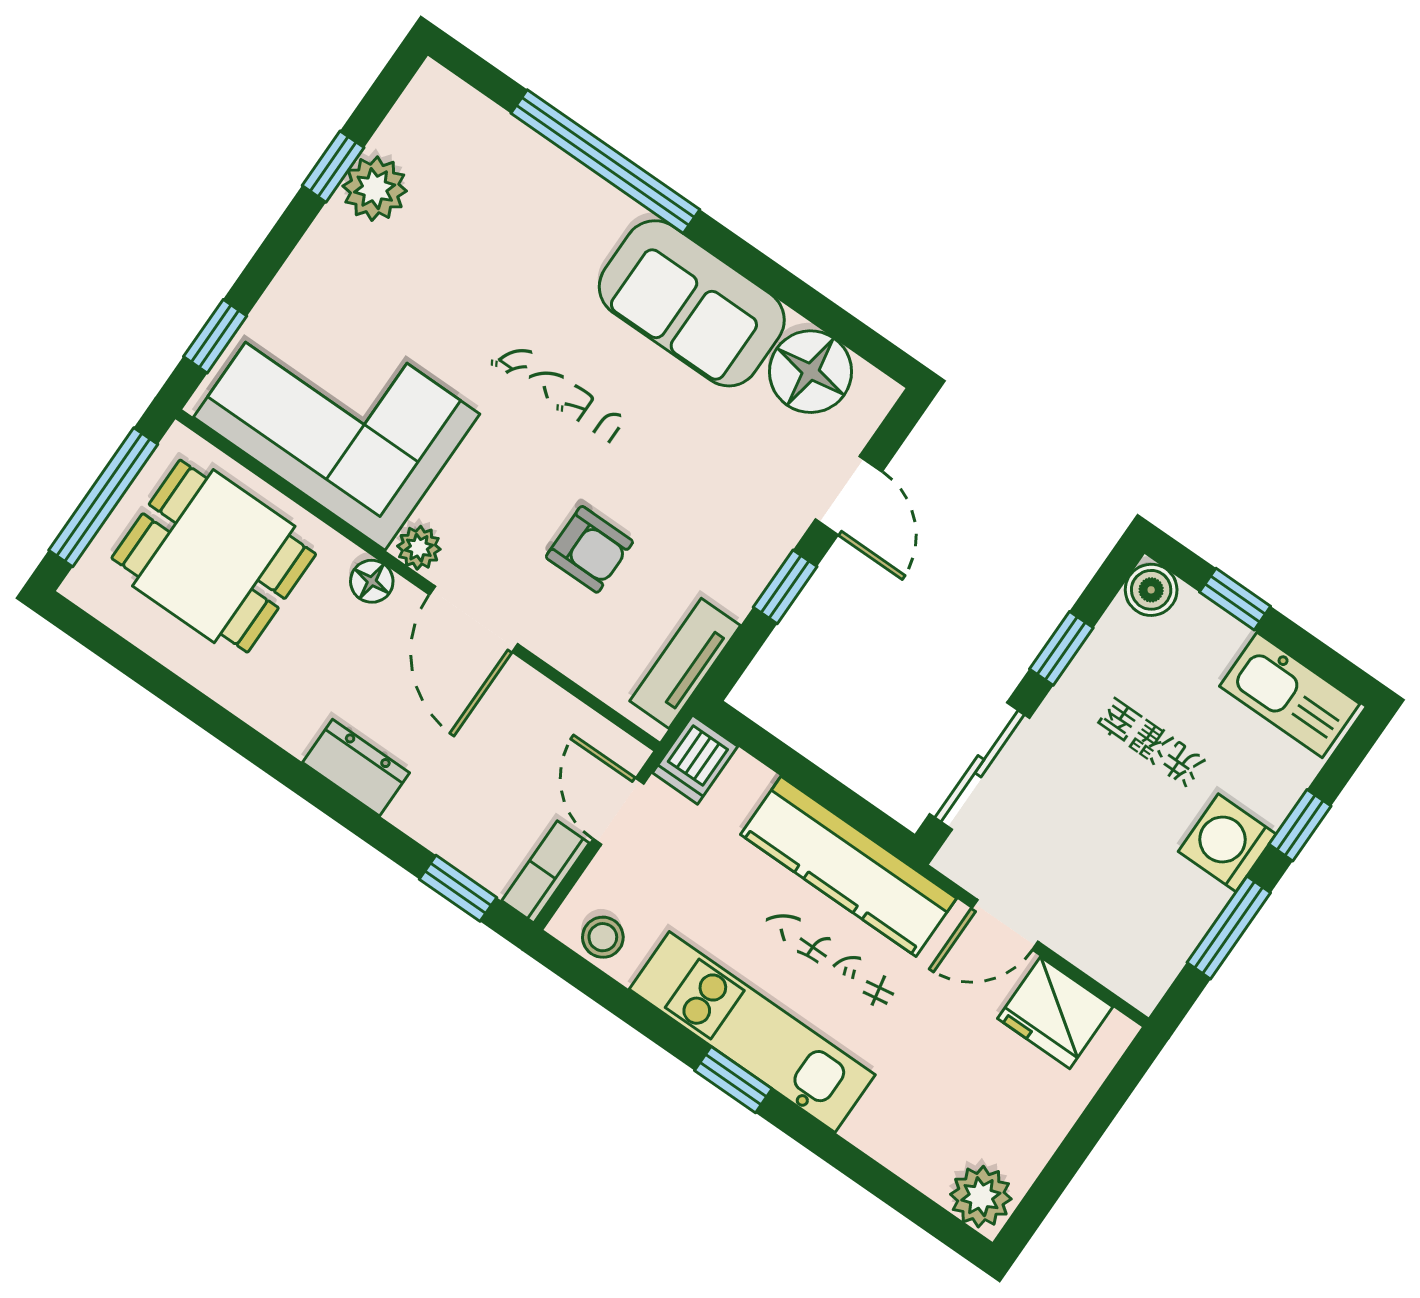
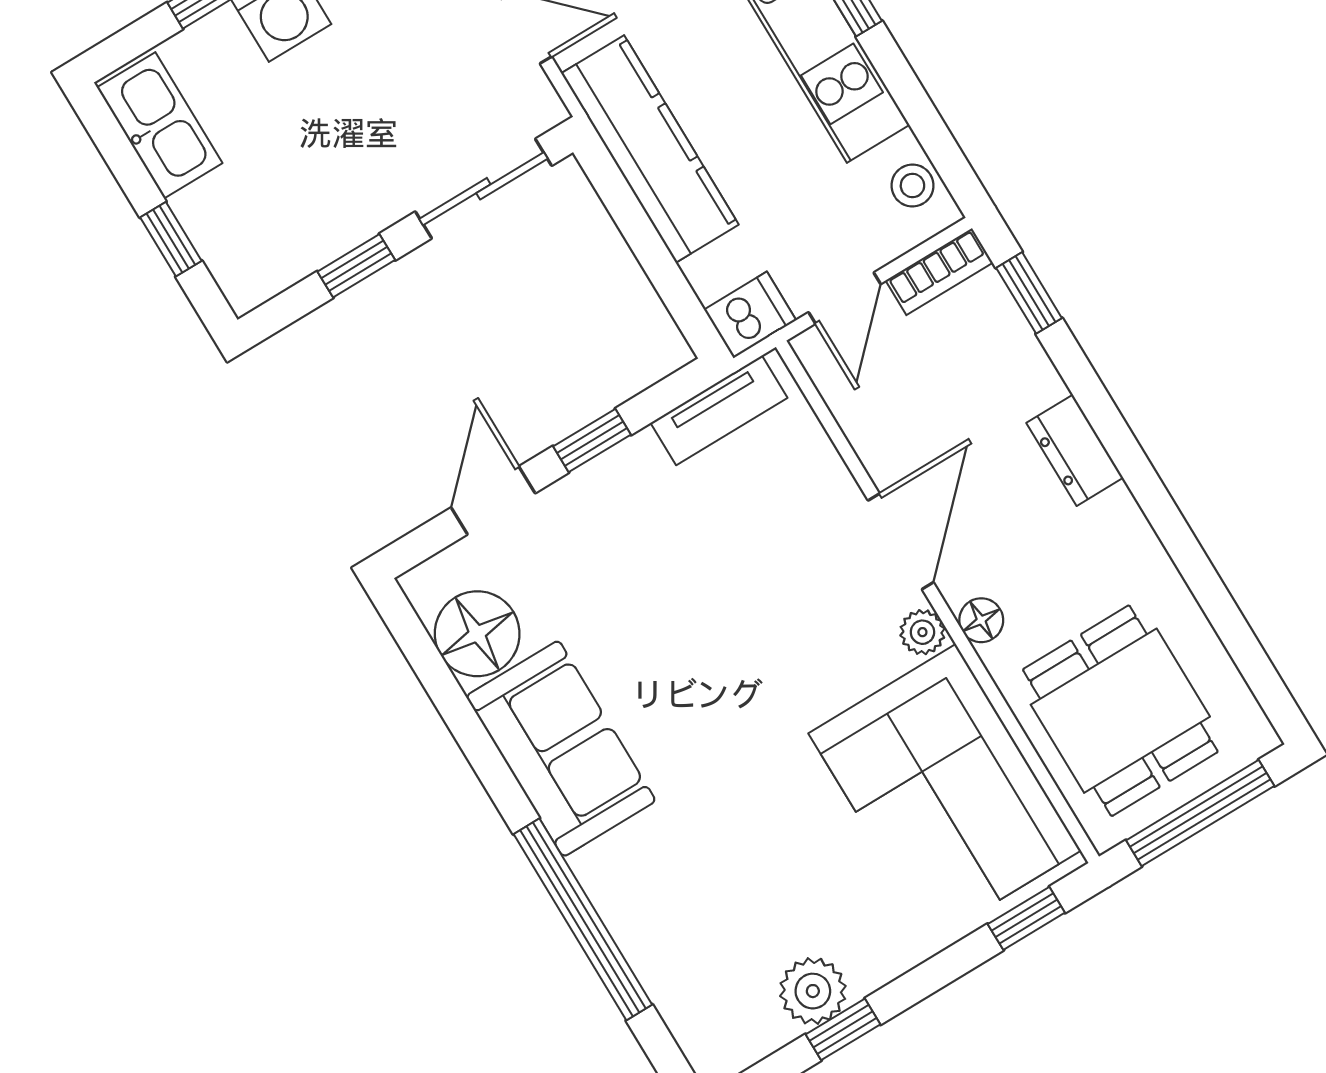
armchair: (589, 549) -> (762, 559), removed
boiler: (1151, 590) -> (247, 283), removed

